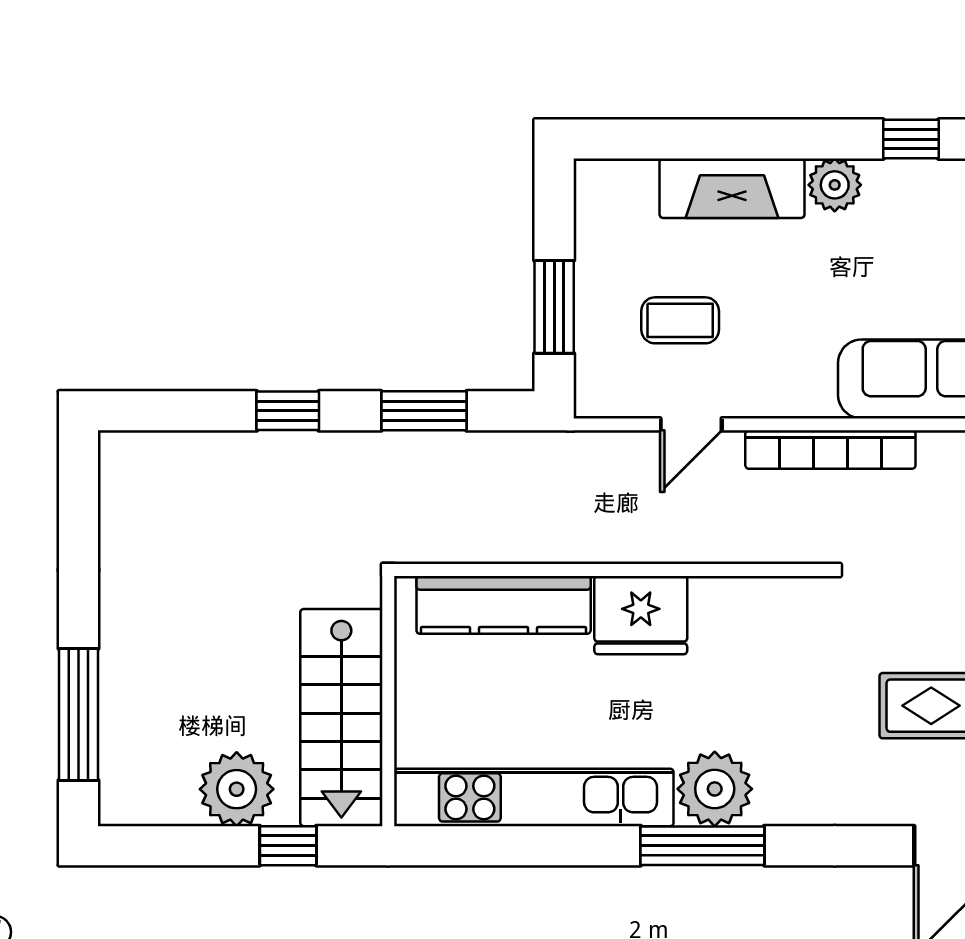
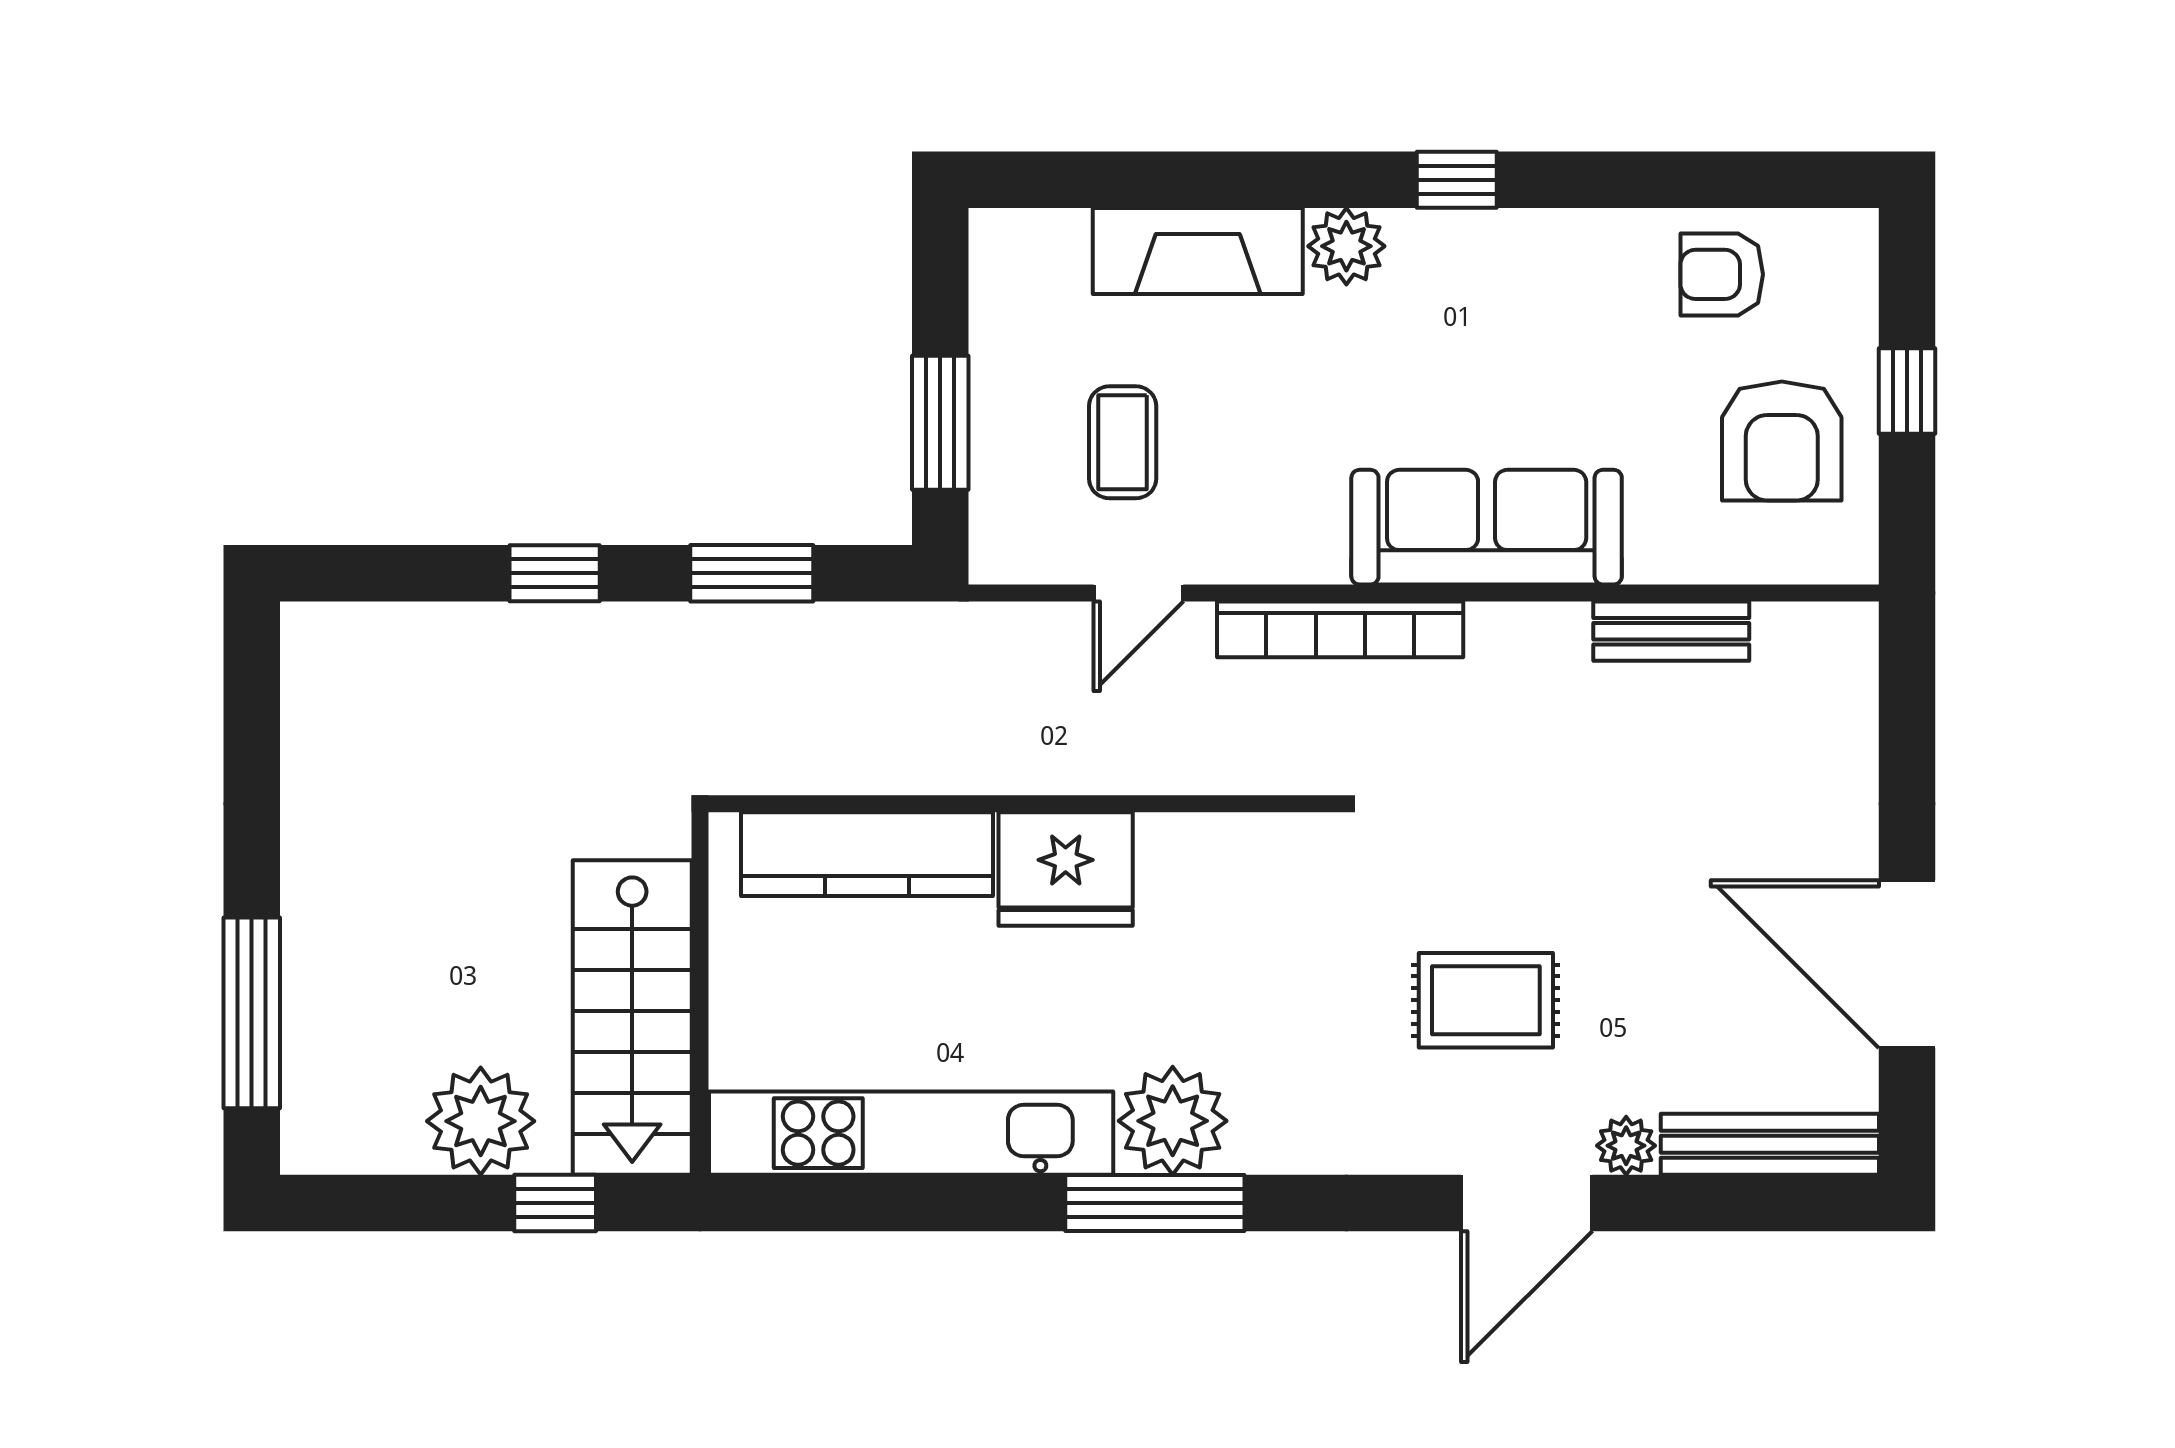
coffee table: (680, 320) -> (1123, 442), turned 90

